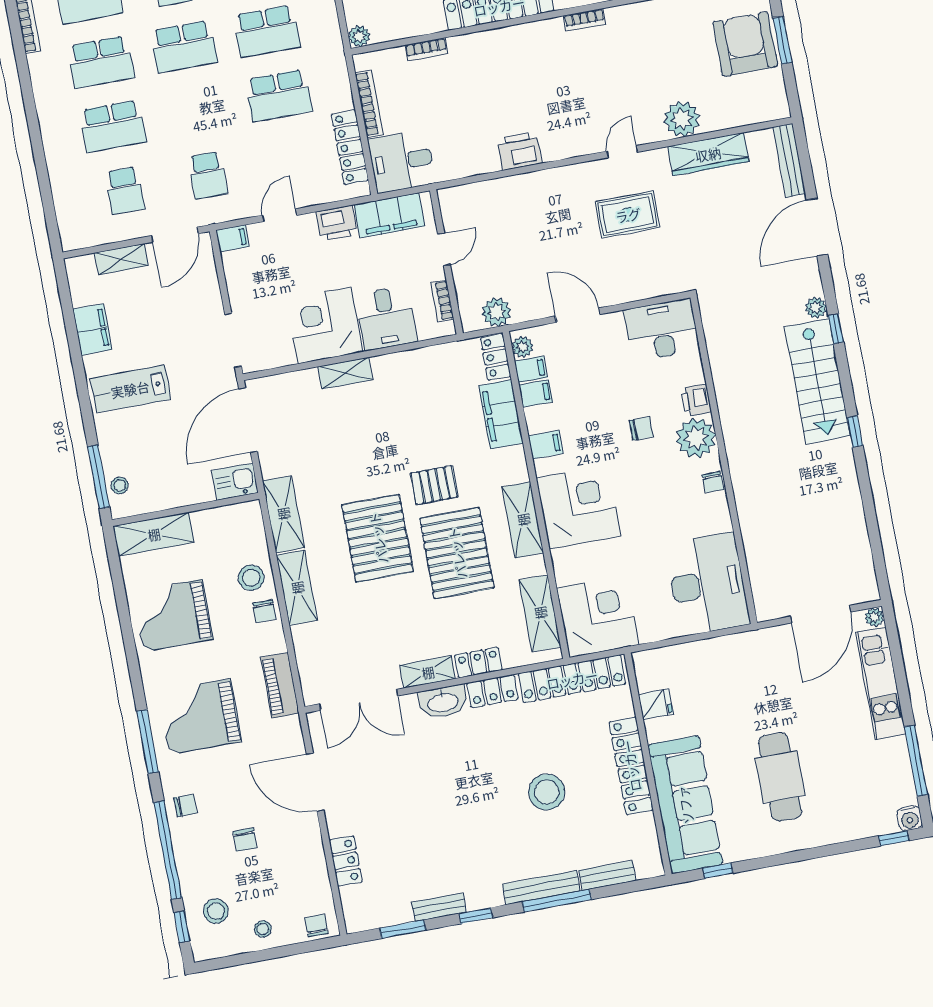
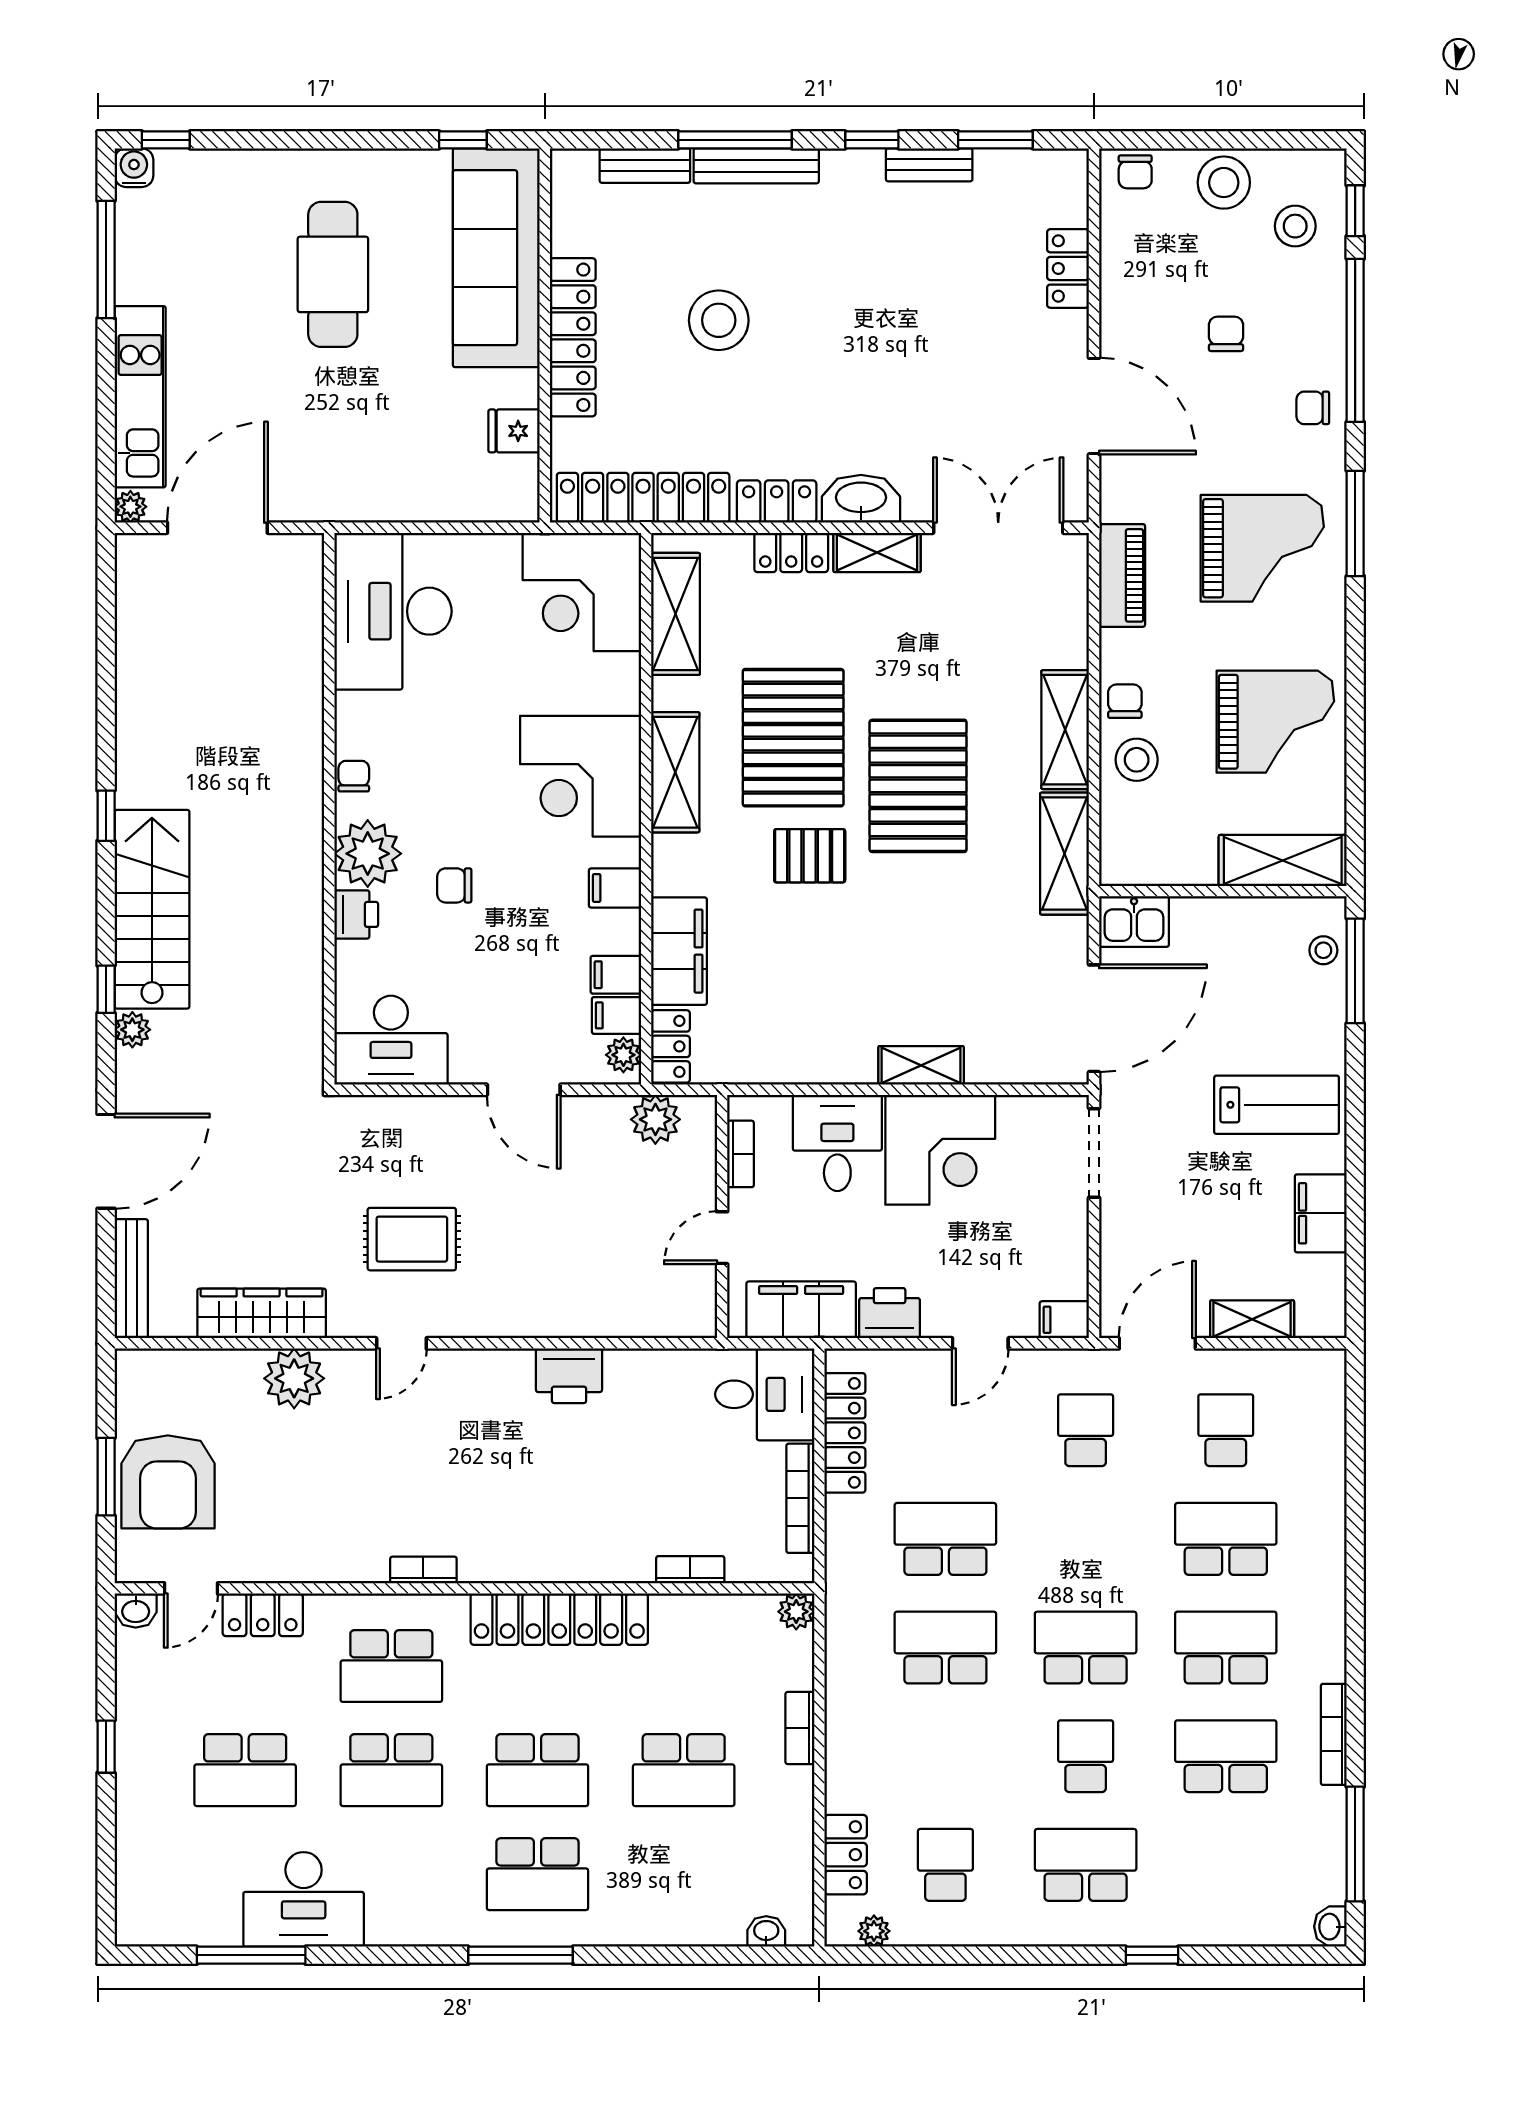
stool: (263, 929) -> (1224, 183), width x1.89, depth x1.89

